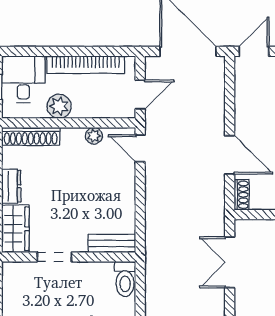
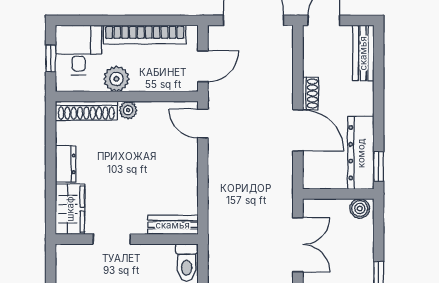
plant: (94, 136) -> (128, 110), moved
shoe rack: (242, 195) -> (310, 93), moved
double door: (230, 262) -> (298, 245), swing flipped

